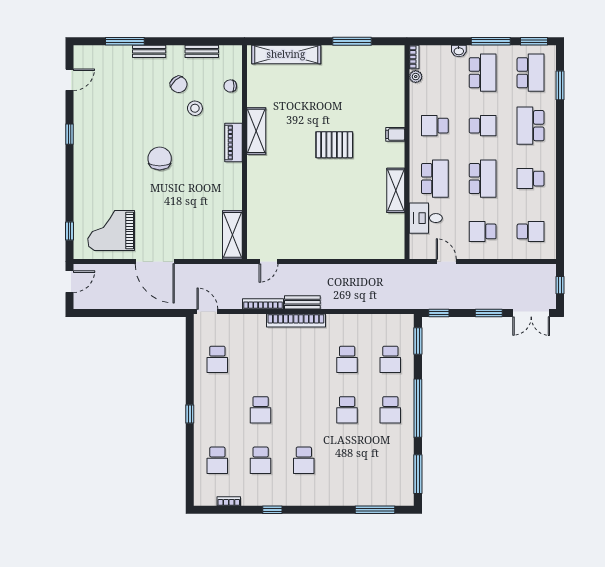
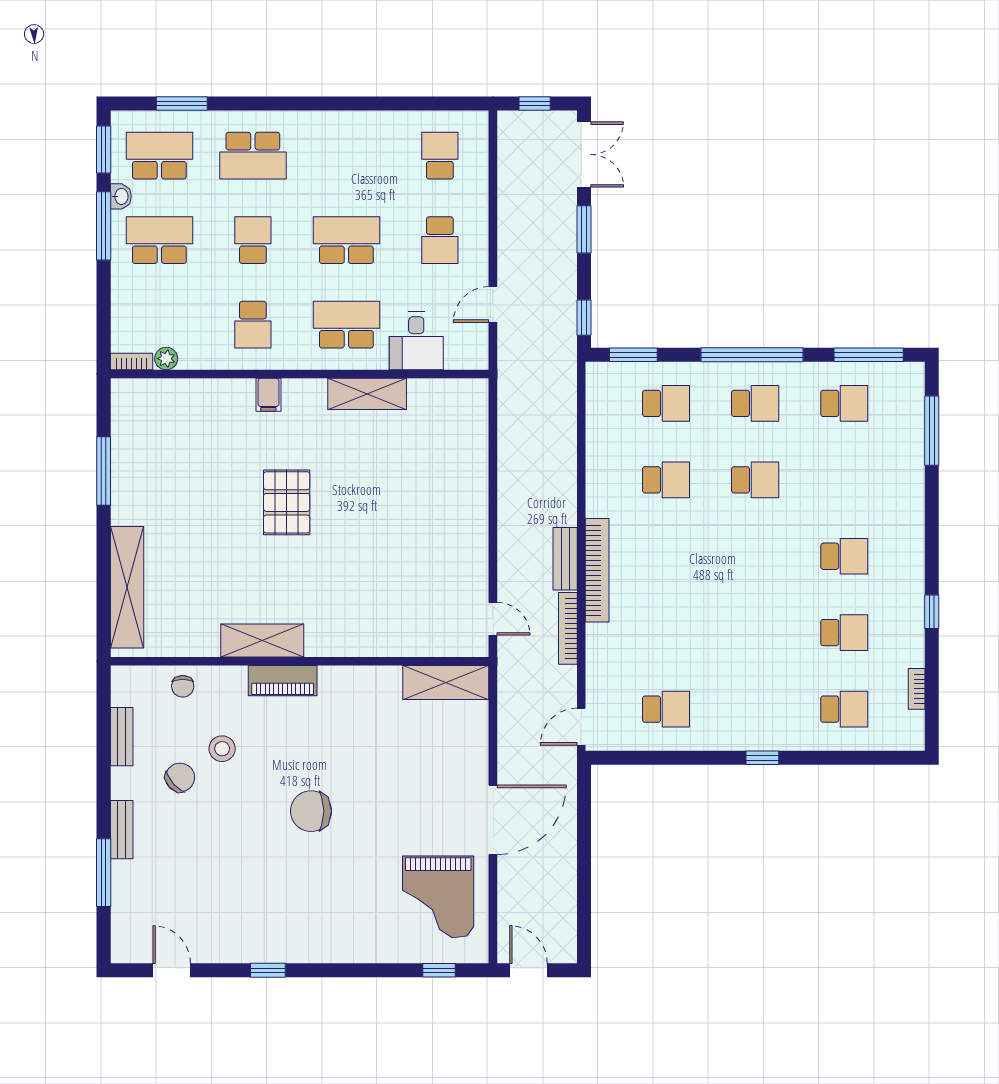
washbasin: (459, 51) -> (121, 196), moved
school desk: (531, 179) -> (346, 156), removed
school desk: (261, 410) -> (844, 403), moved

